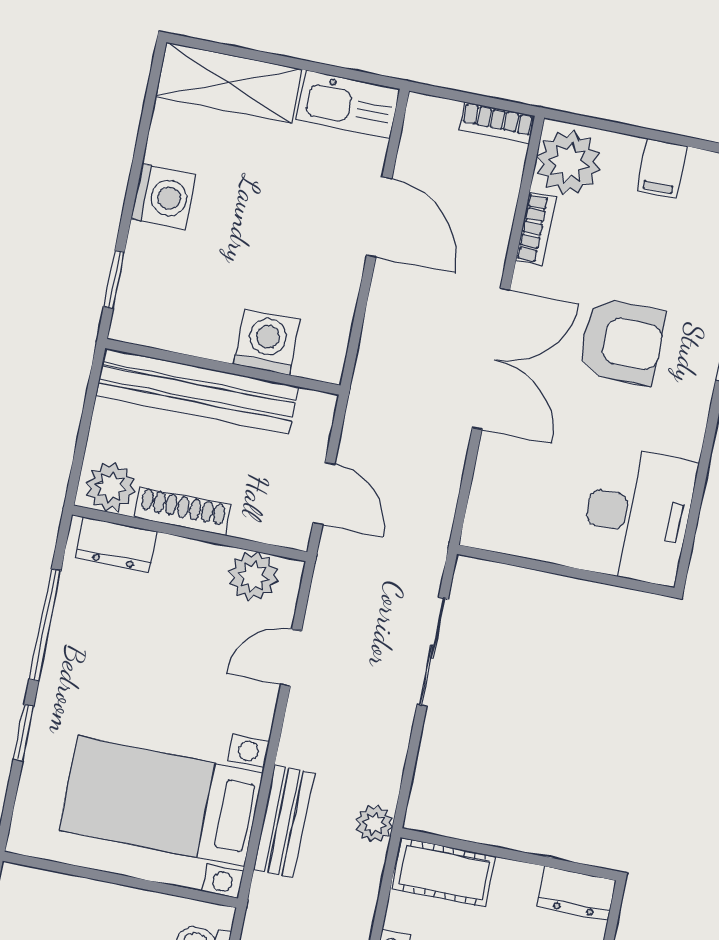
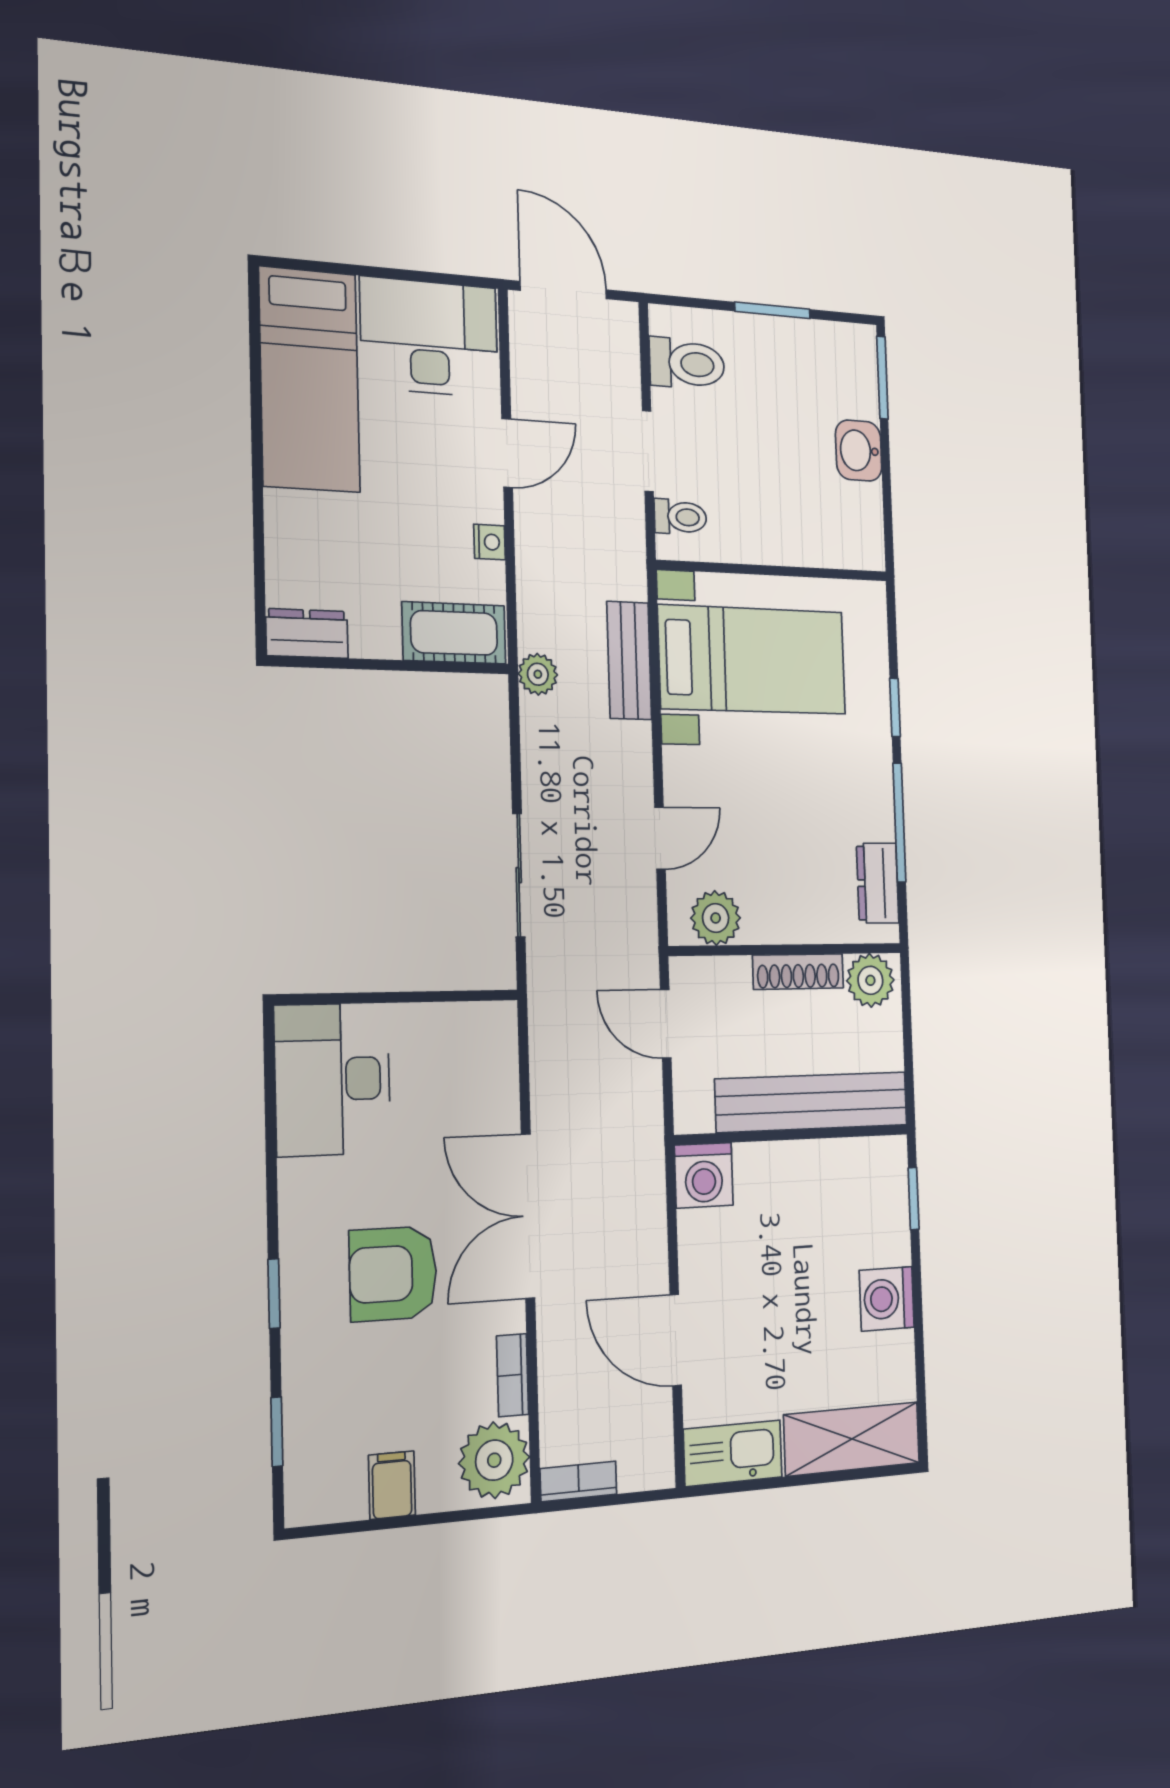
washing machine: (267, 342) -> (704, 1175), moved
dresser: (116, 545) -> (878, 883), moved, turned -90

